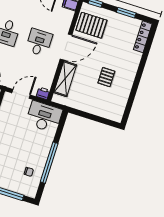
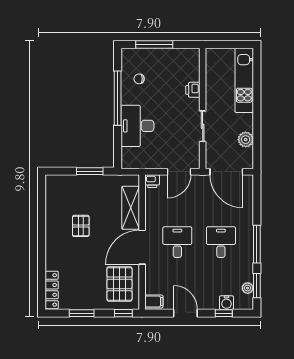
pallet: (91, 25) -> (119, 284), turned 90
desk: (39, 42) -> (177, 242), turned 180
window: (87, 115) -> (90, 171), added
desk: (44, 117) -> (137, 126), moved, turned 90

